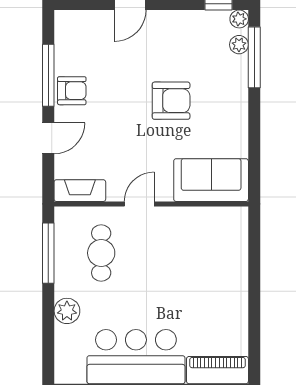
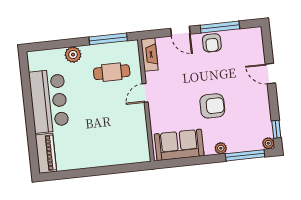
plant: (239, 45) -> (221, 148), moved
armchair: (171, 101) -> (212, 106), turned -90
sofa: (211, 180) -> (179, 145), moved, turned -90
door: (139, 204) -> (145, 93), swing flipped

